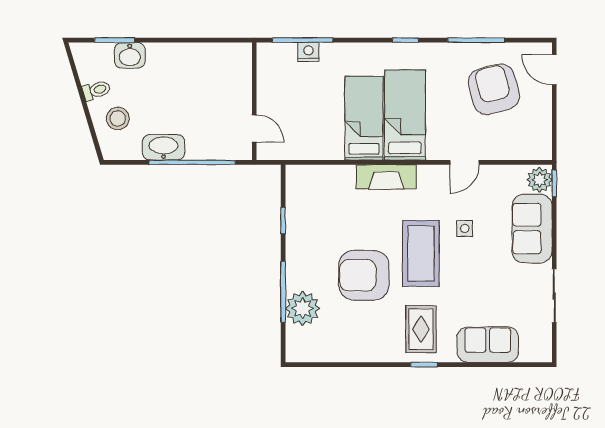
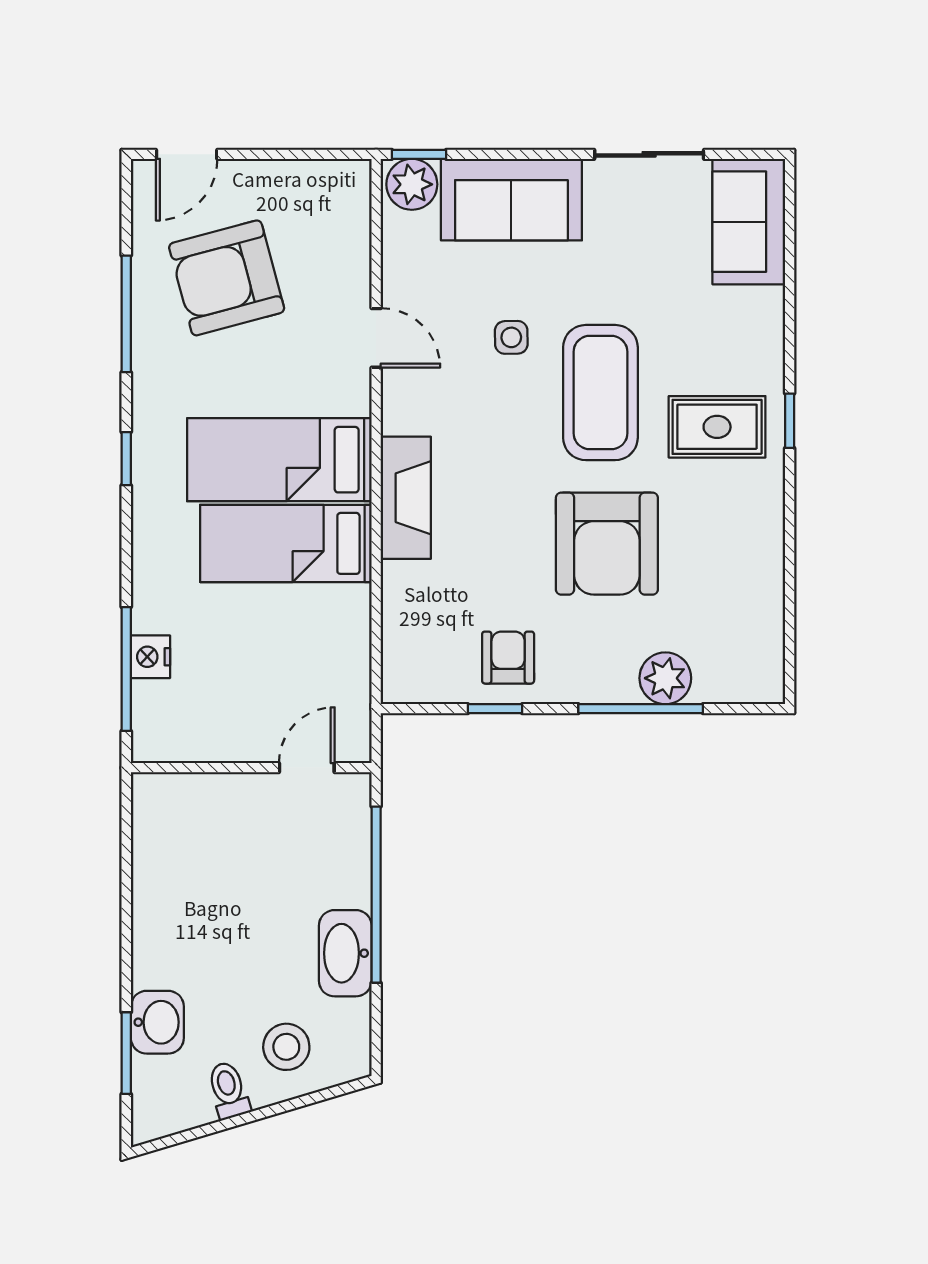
armchair: (308, 227) -> (508, 658), added
coffee table: (421, 253) -> (600, 393), moved, turned 90
plant: (303, 308) -> (665, 678), width x0.73, depth x0.73
sofa: (488, 345) -> (749, 222), moved

